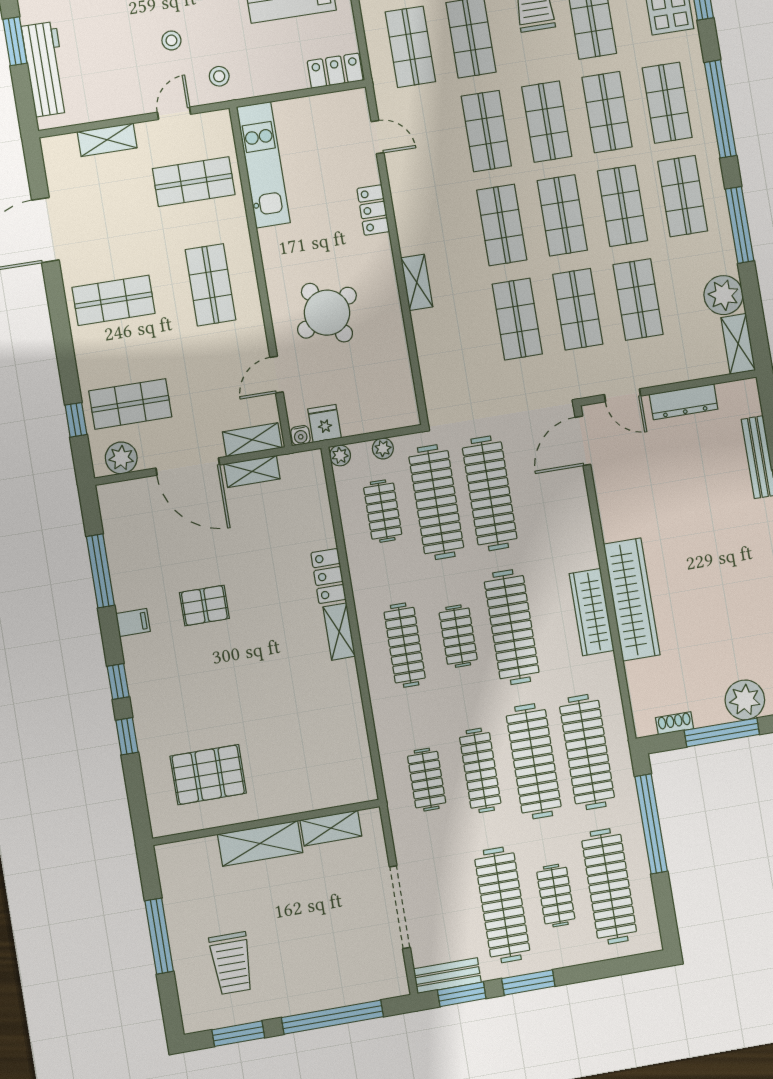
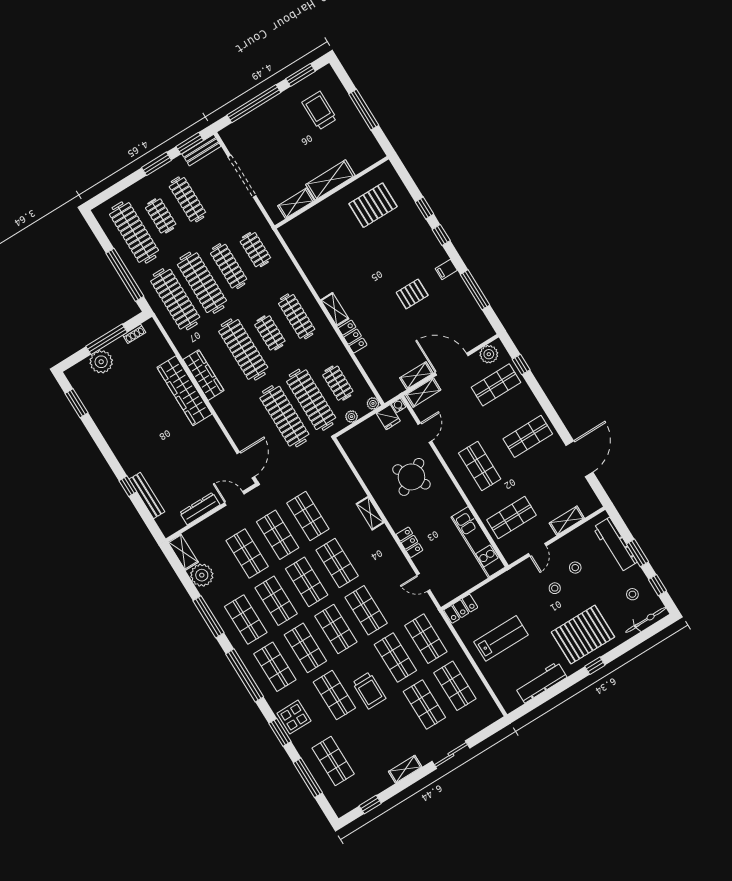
stool: (219, 76) -> (575, 568), moved
clothes rail: (502, 905) -> (187, 199), width x0.73, depth x0.76

